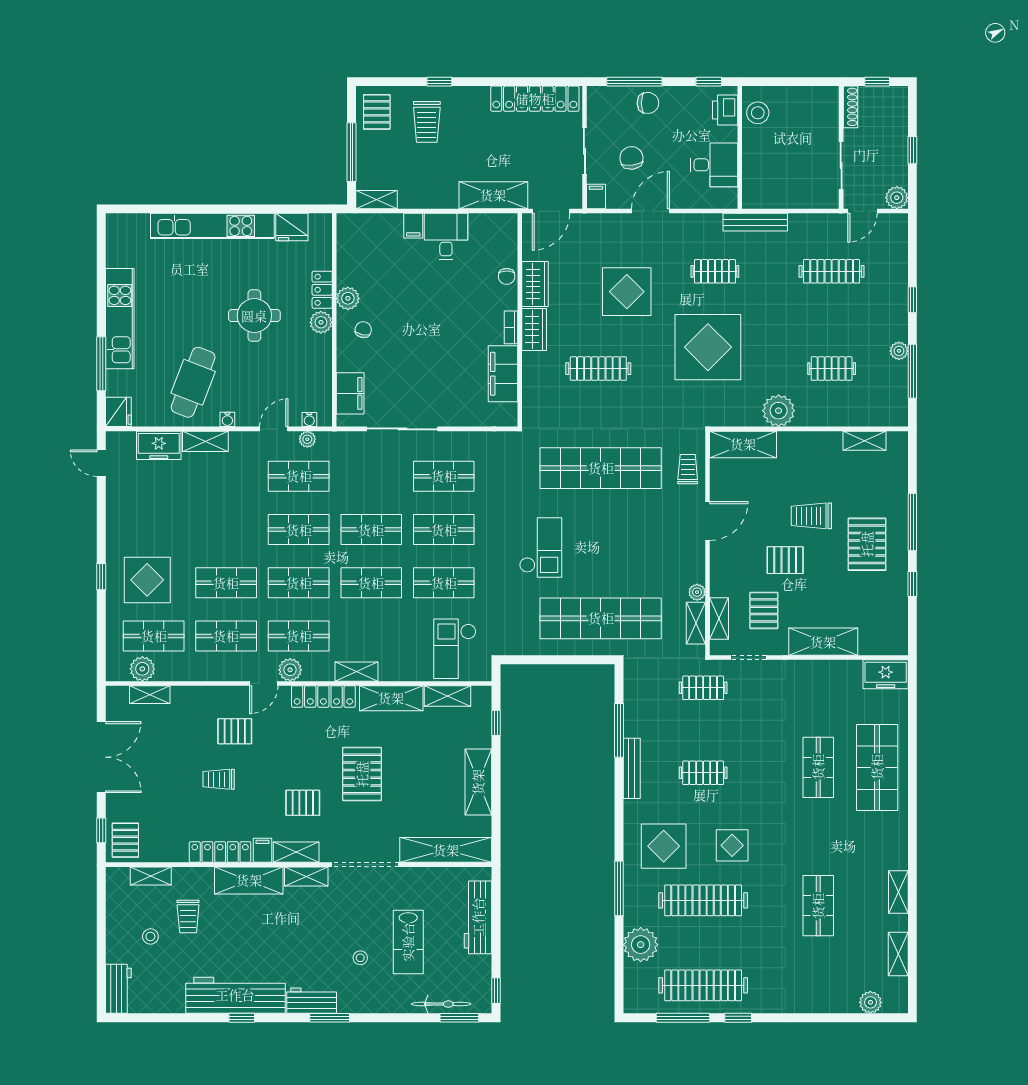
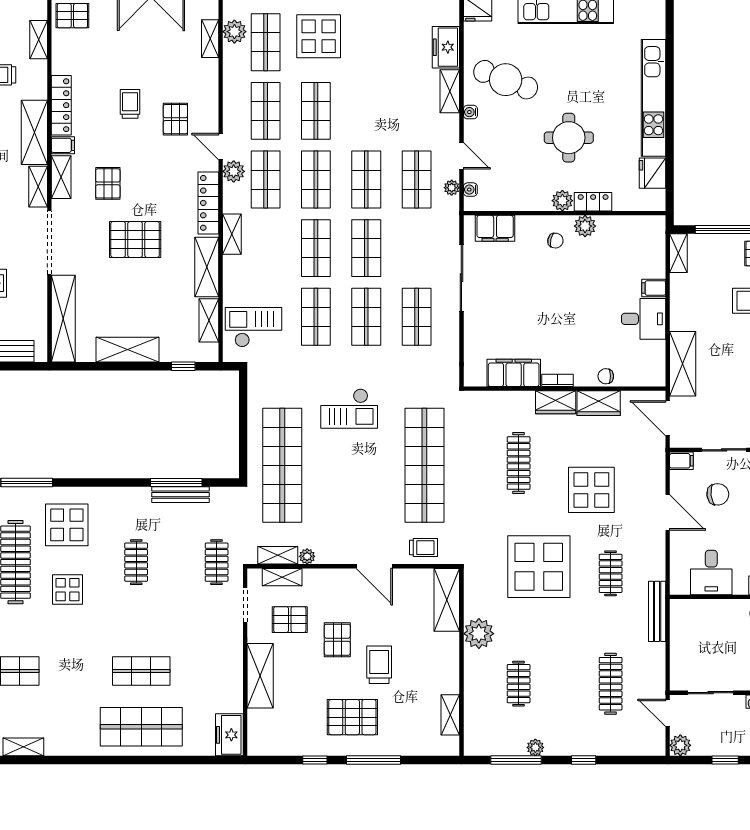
bench: (632, 768) -> (180, 495), moved

